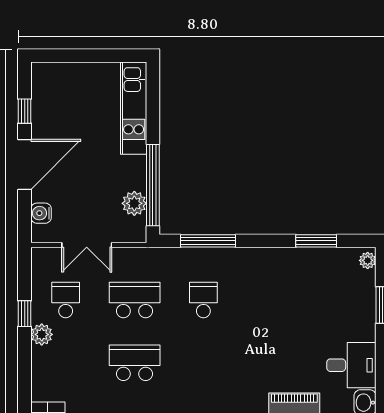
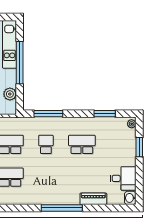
window: (153, 185) -> (20, 63), moved
school desk: (272, 300) -> (82, 144), added

